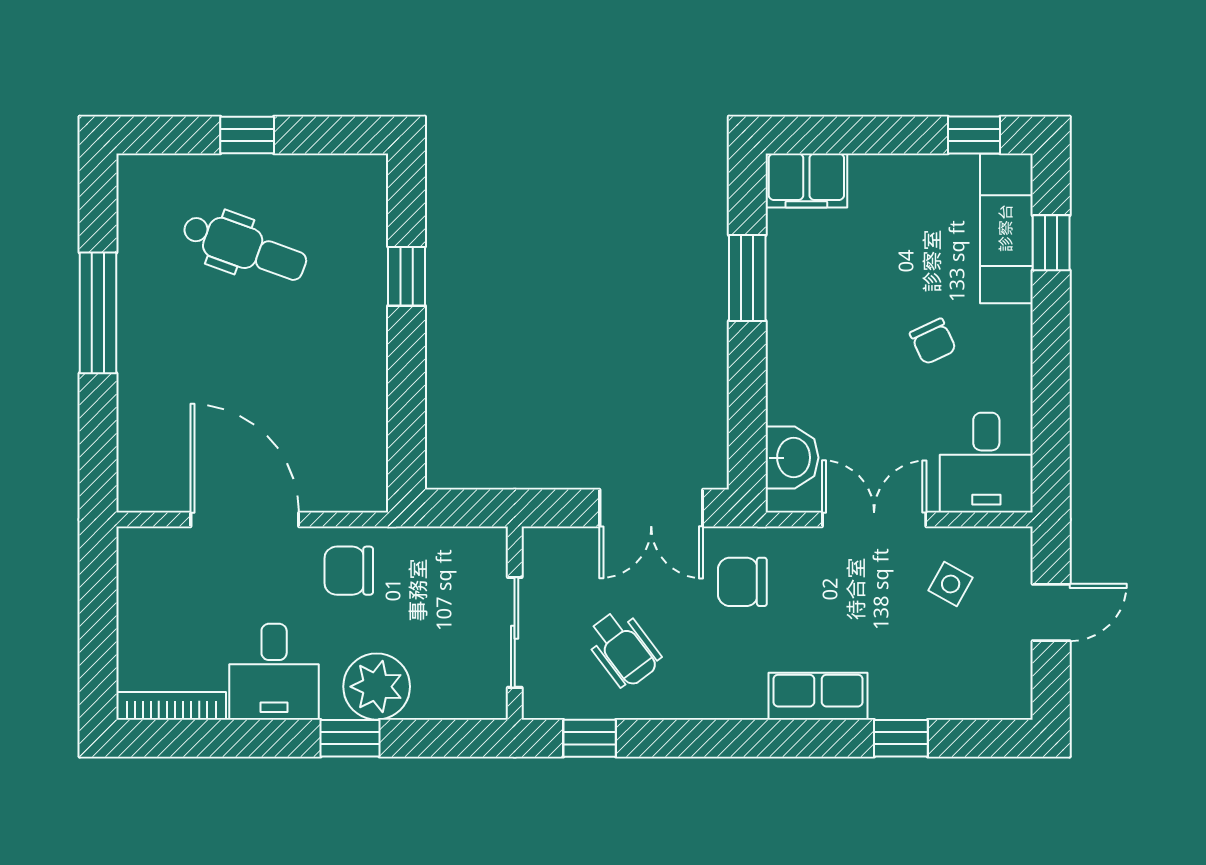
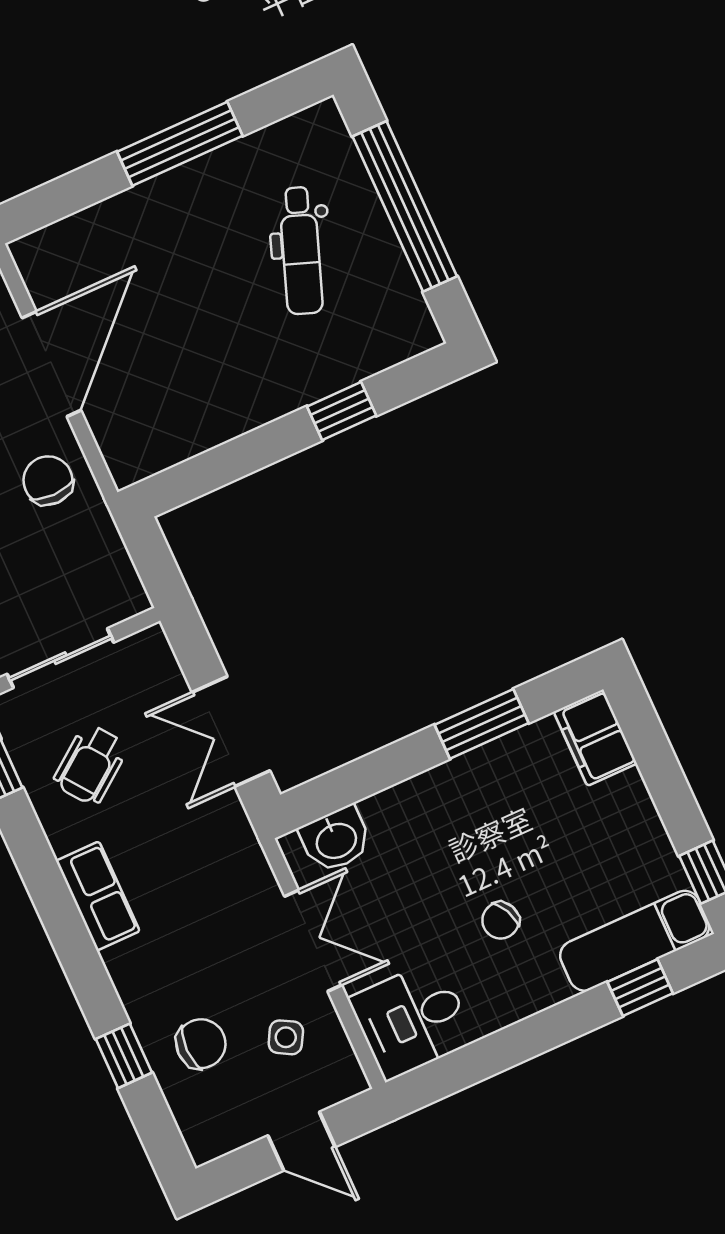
window: (247, 135) -> (405, 206), width x3.17
chair: (742, 582) -> (201, 1044), moved, turned 90
row of seats: (818, 696) -> (98, 896), moved

